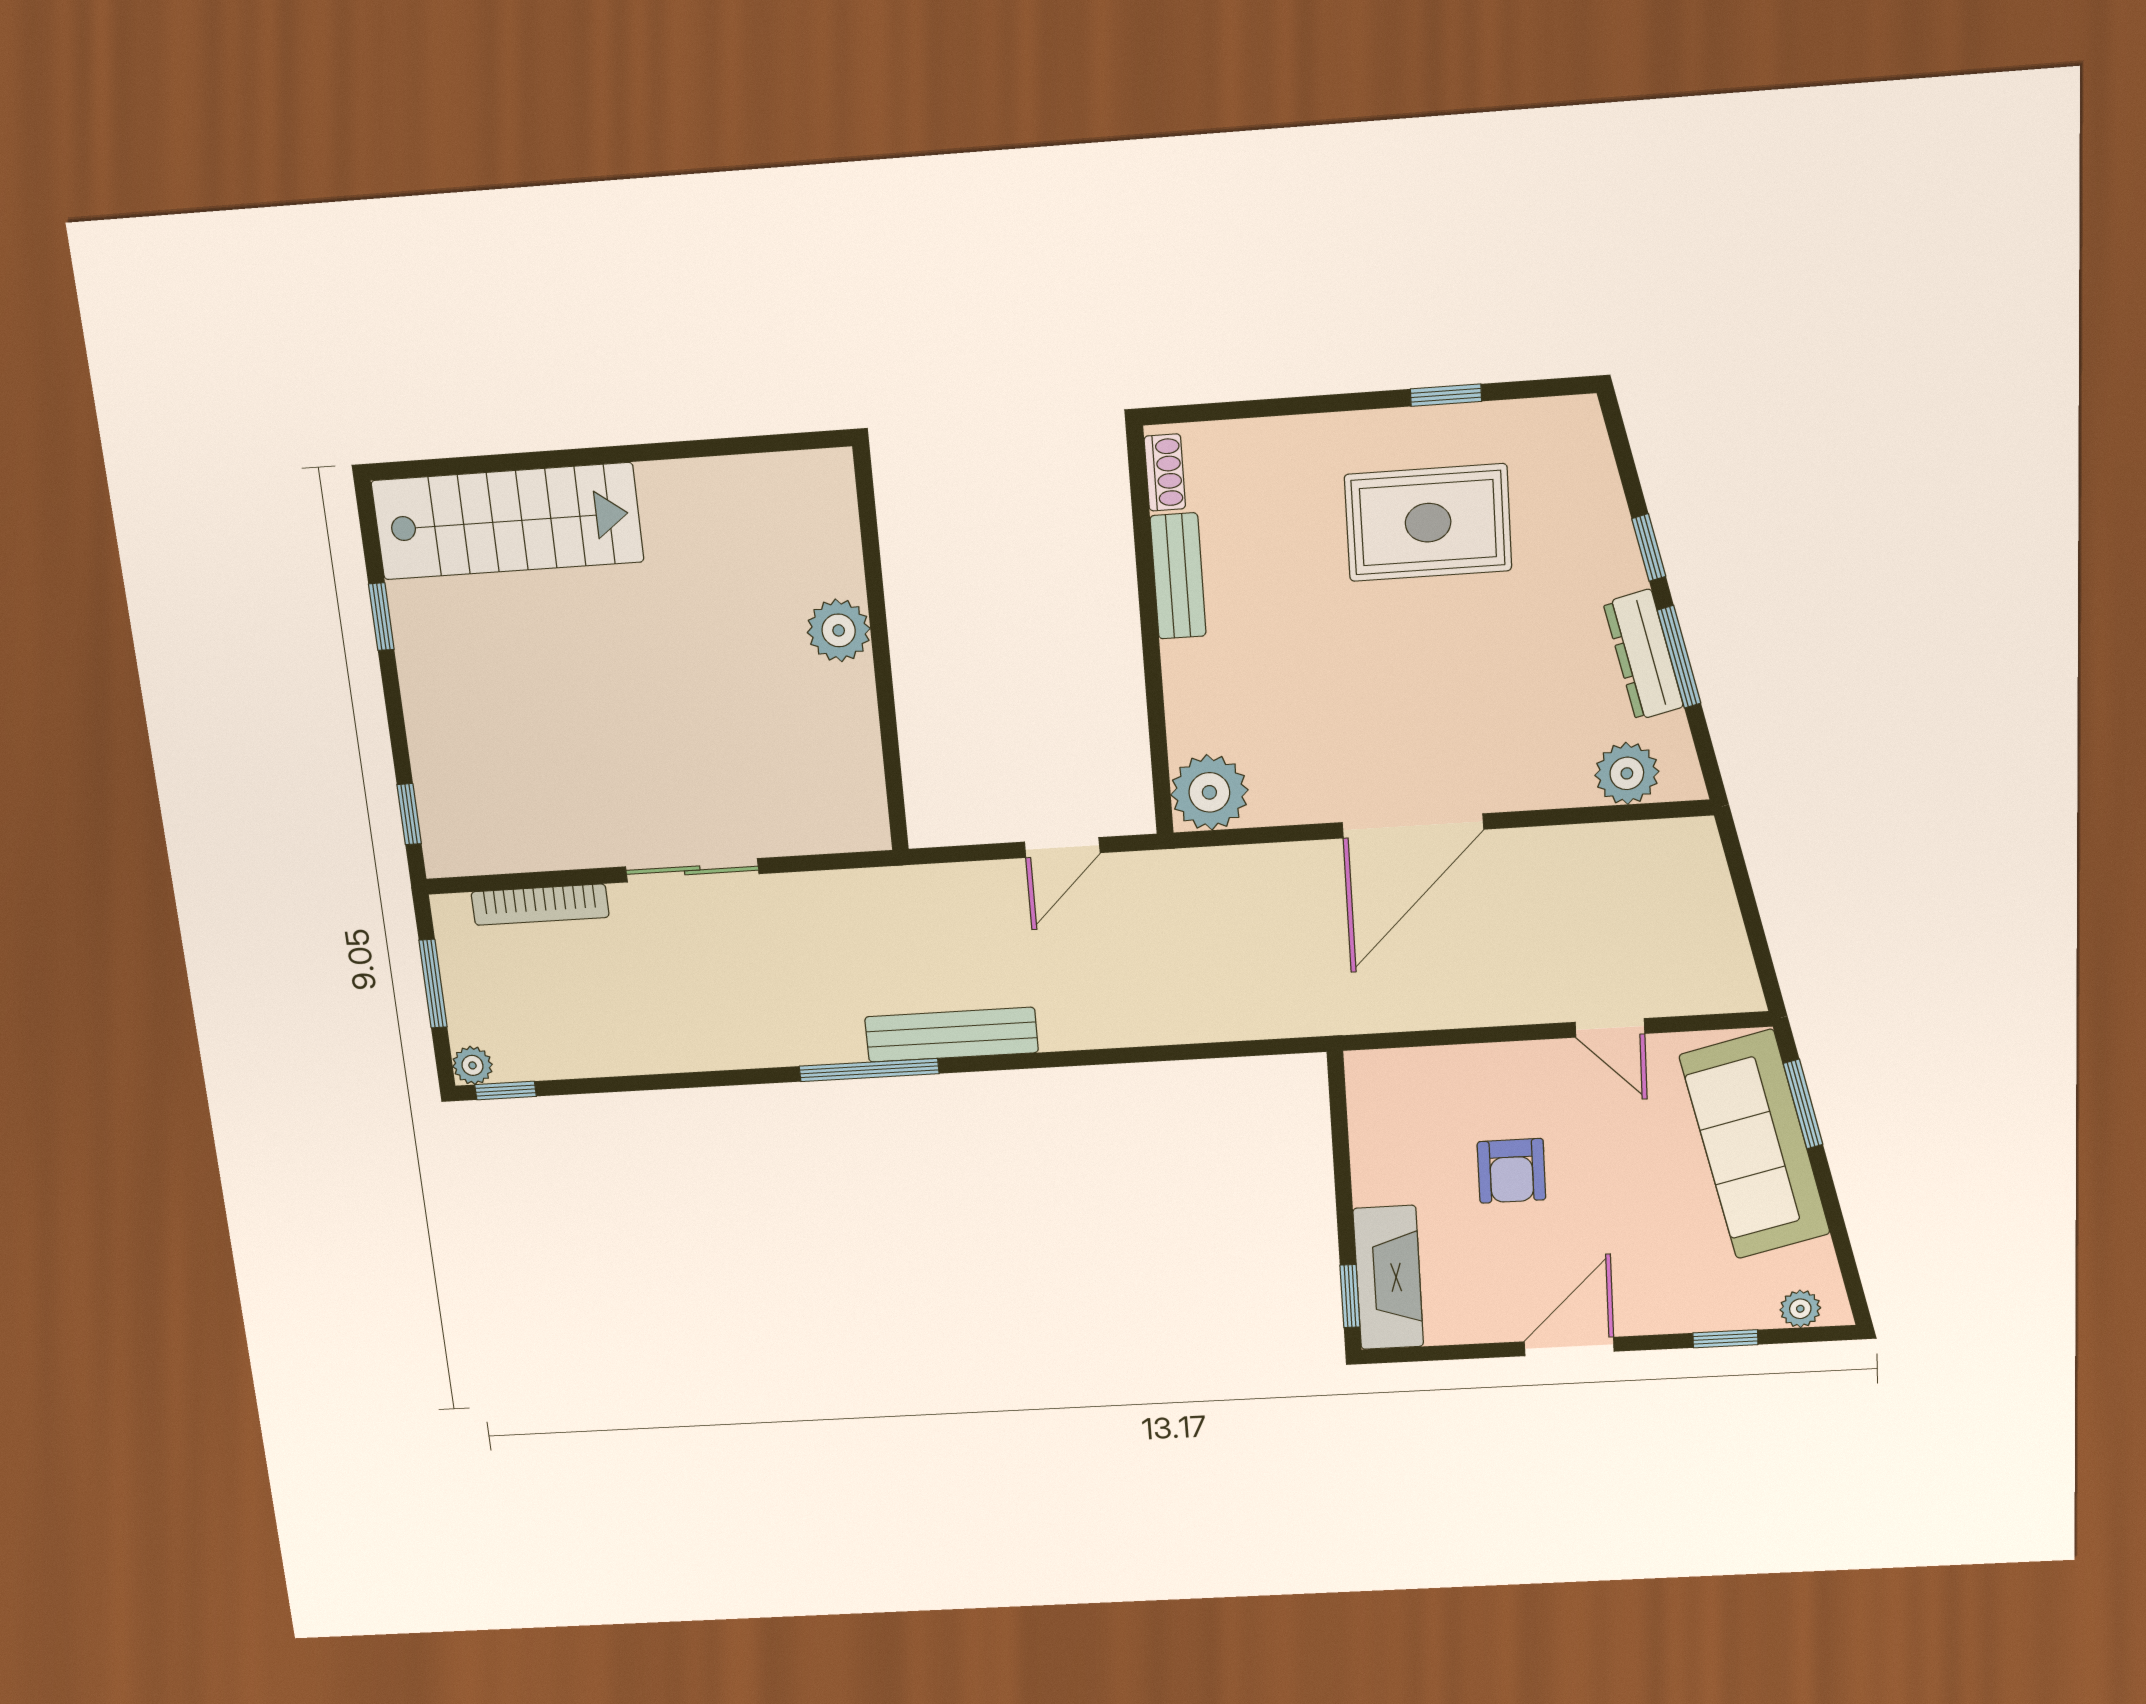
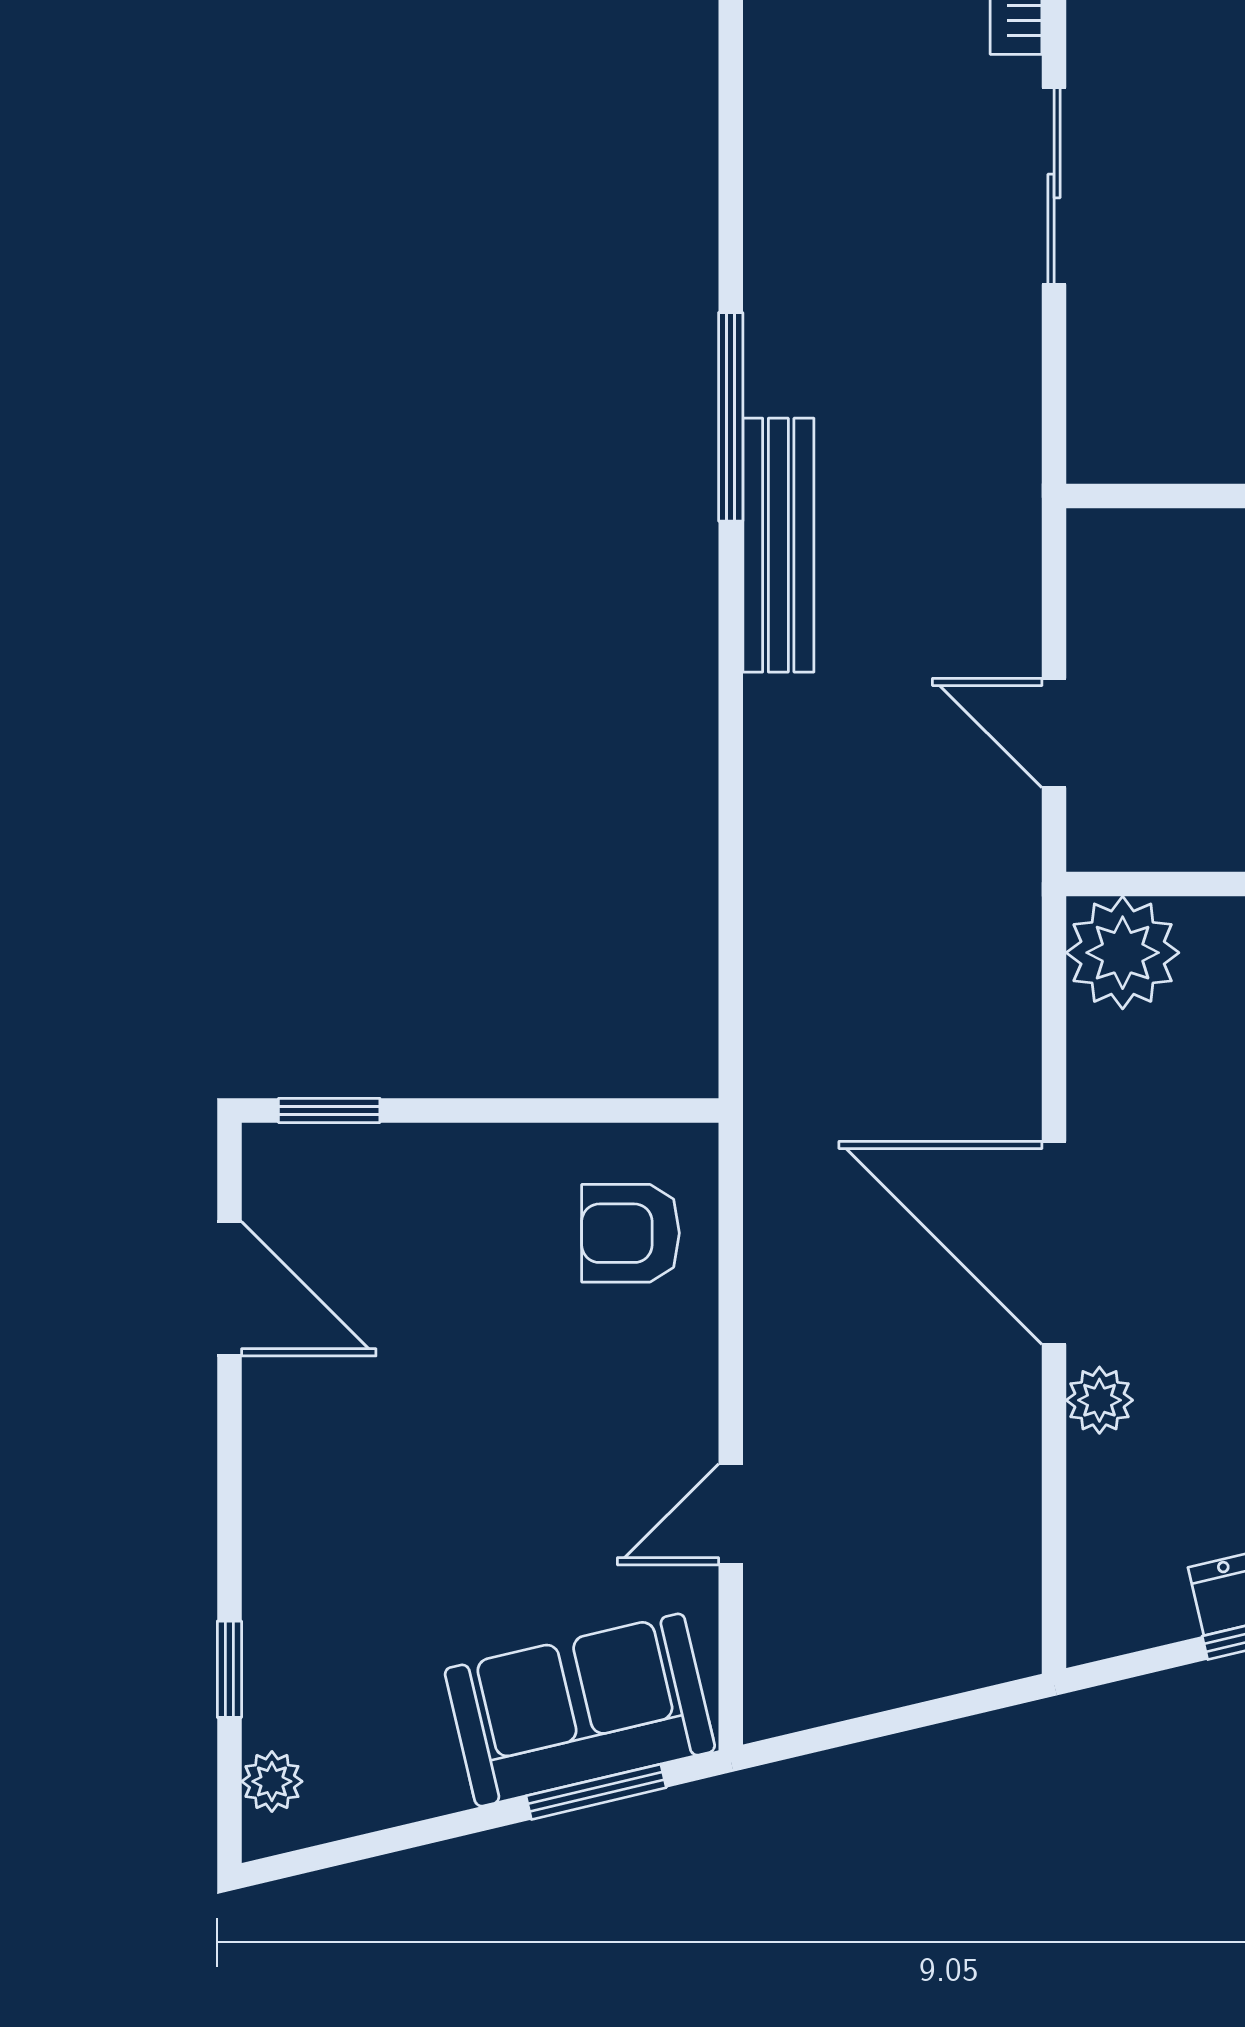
plant: (1627, 773) -> (1099, 1400), moved, width x0.73, depth x0.73
sofa: (1755, 1145) -> (580, 1710), width x0.73
armchair: (1511, 1171) -> (631, 1233), moved
fireplace: (1388, 1278) -> (356, 1170), removed
door: (1569, 1346) -> (229, 1289), moved

